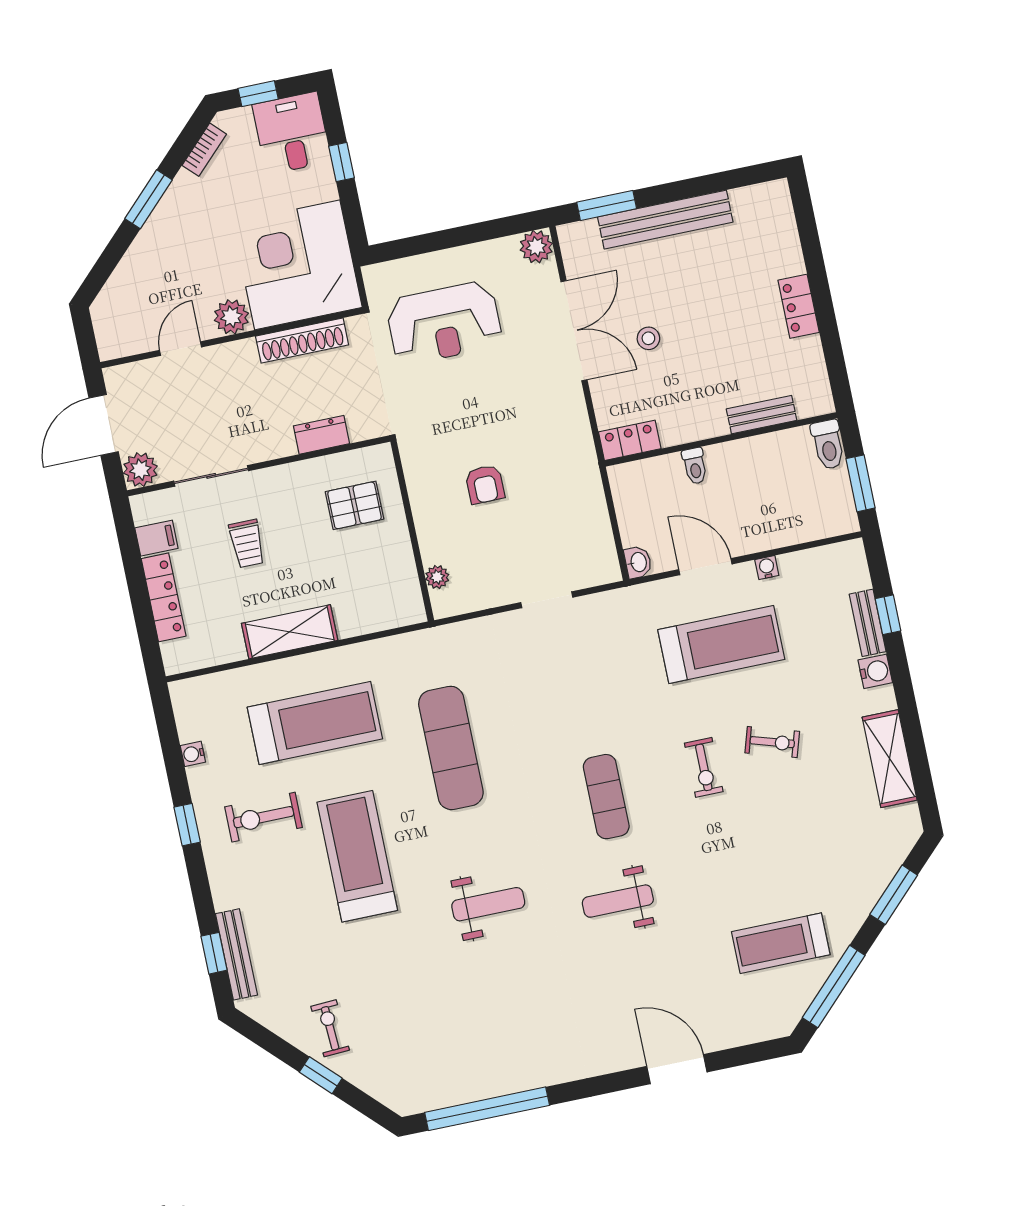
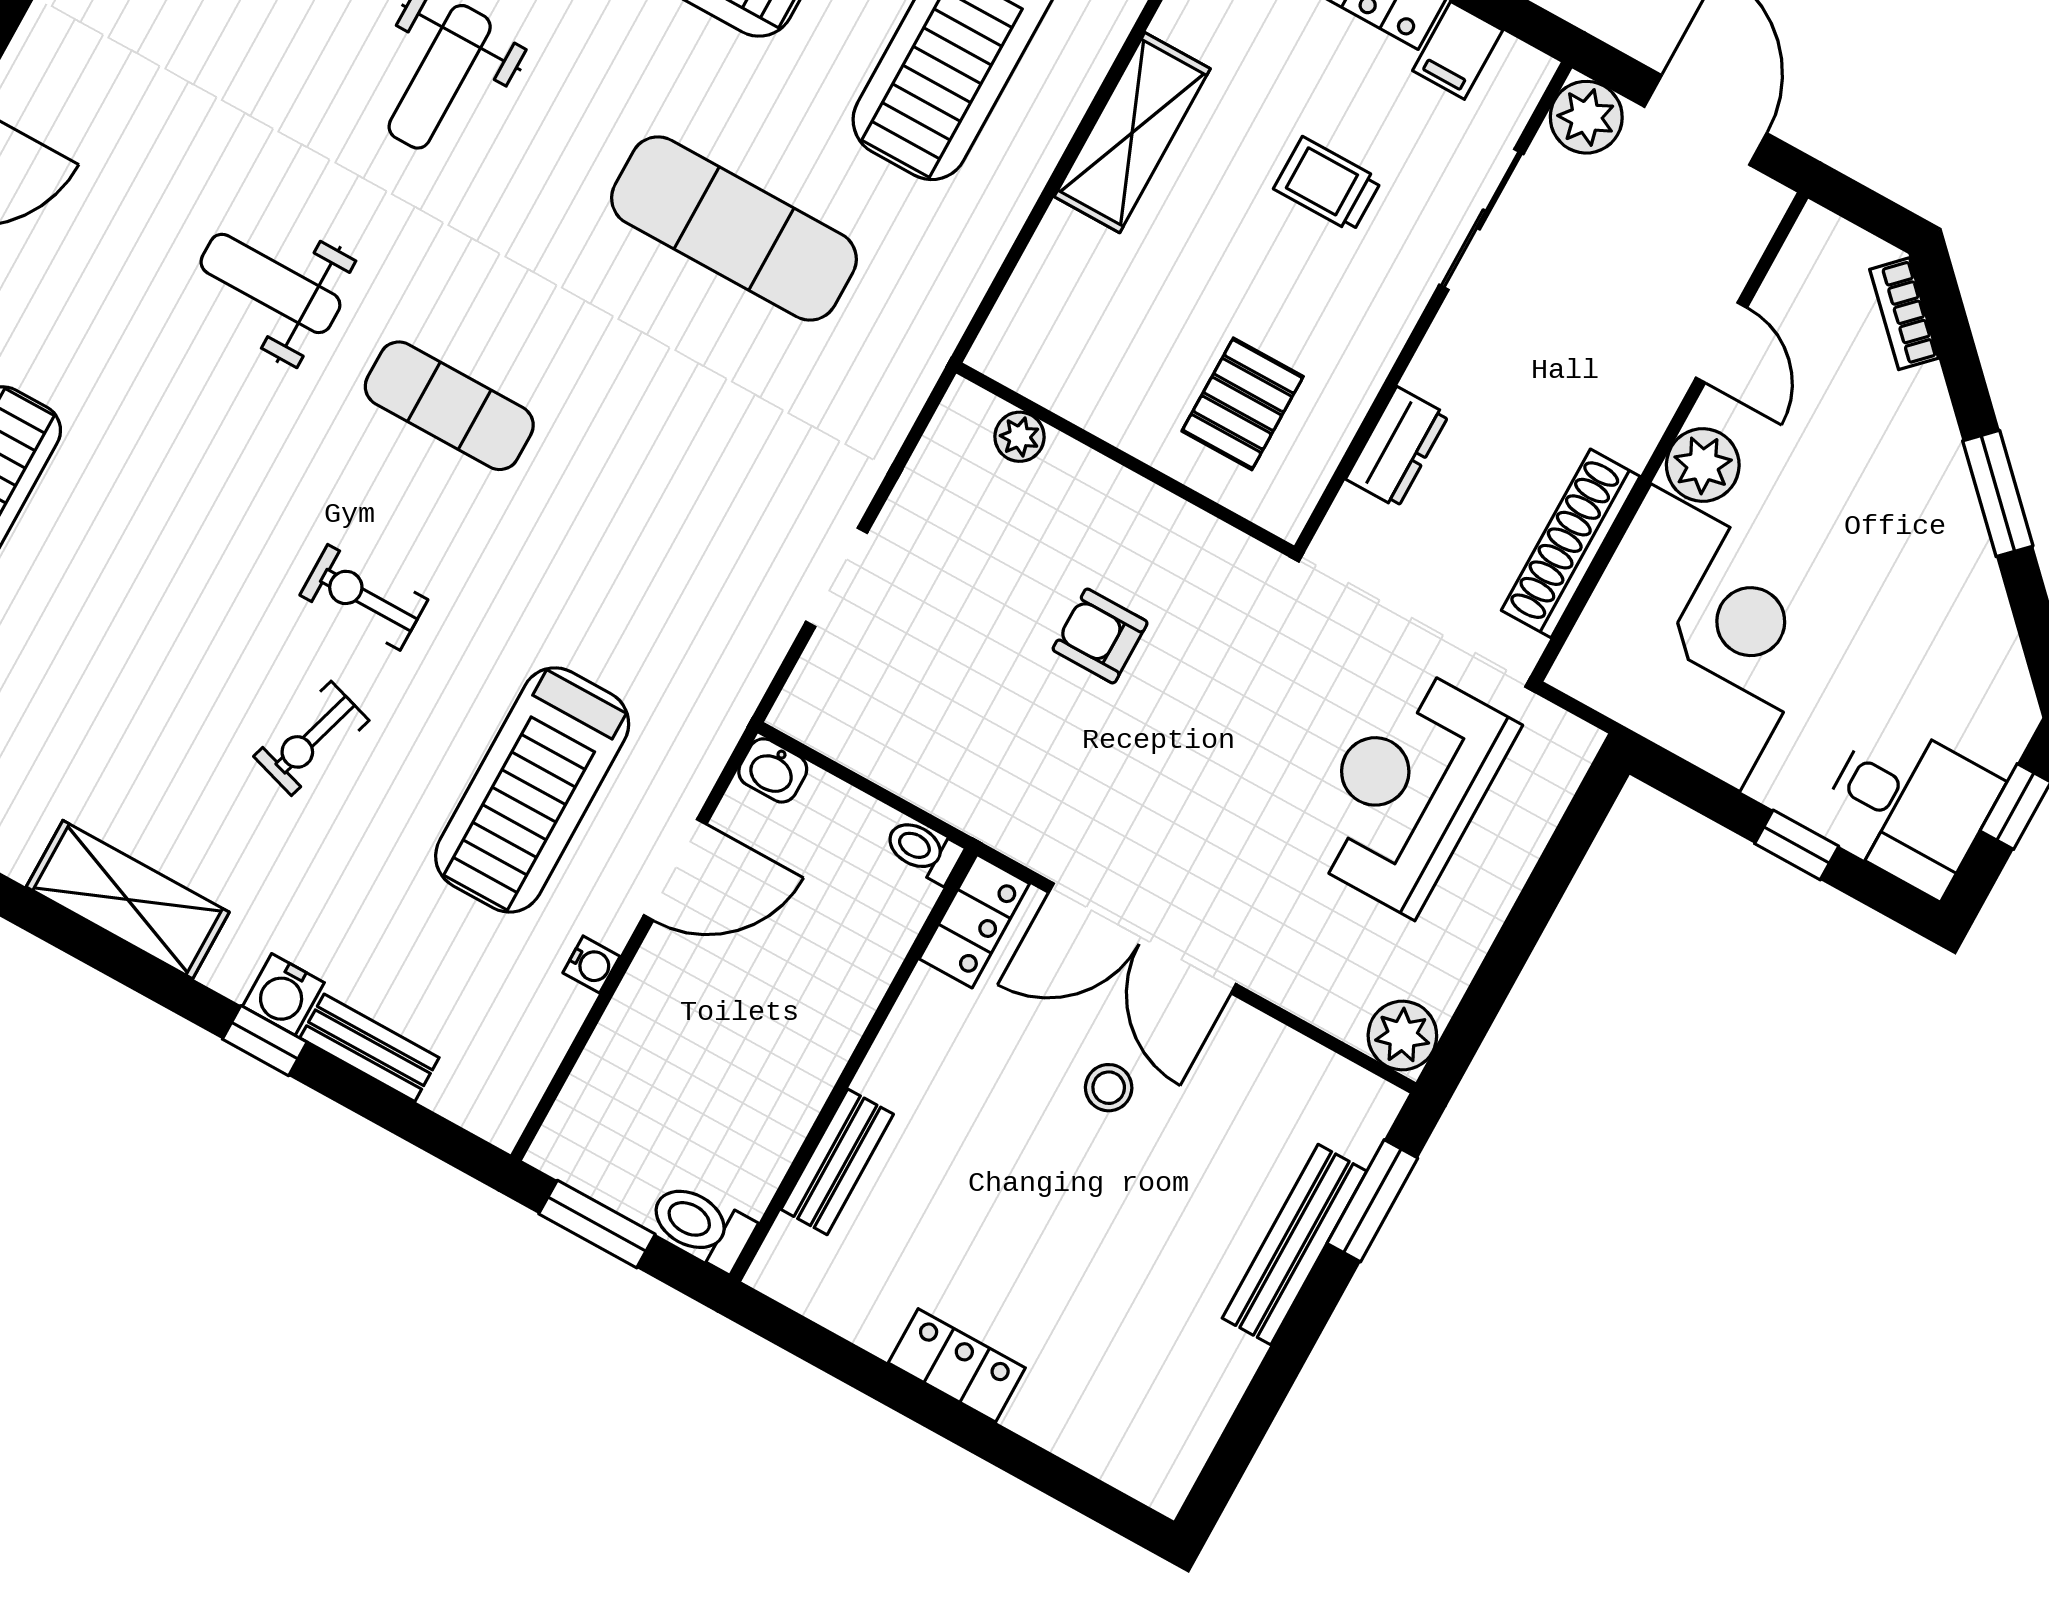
bookcase: (204, 150) -> (1904, 314), moved
bench: (665, 220) -> (1294, 1245), width x0.73, depth x0.82
double door: (574, 331) -> (1142, 938), moved
toilet: (695, 466) -> (923, 850), moved
window: (888, 615) -> (265, 1041), moved
weight bench: (618, 901) -> (270, 283), turned -90

